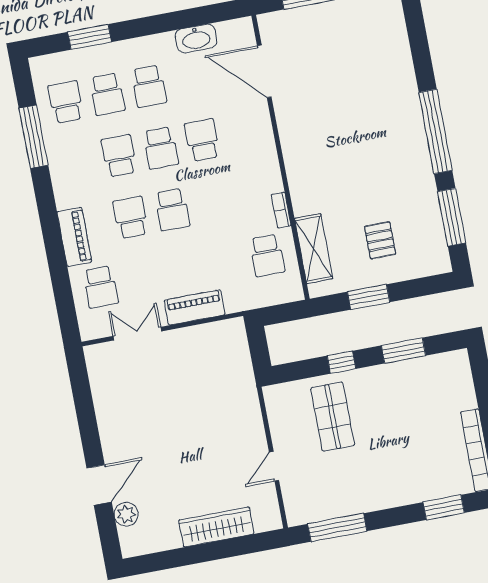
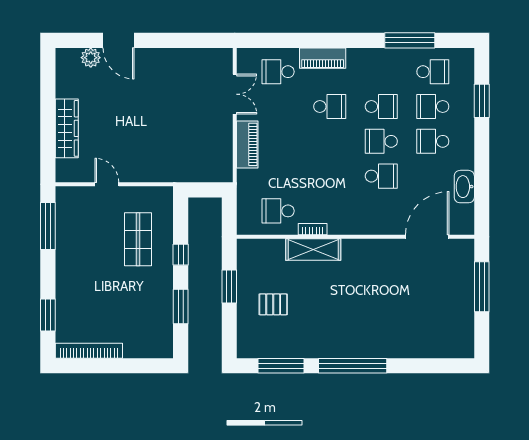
school desk: (172, 210) -> (330, 141), removed
shelving: (314, 249) -> (313, 249), moved
shop shelf: (333, 417) -> (138, 239), turned 90

